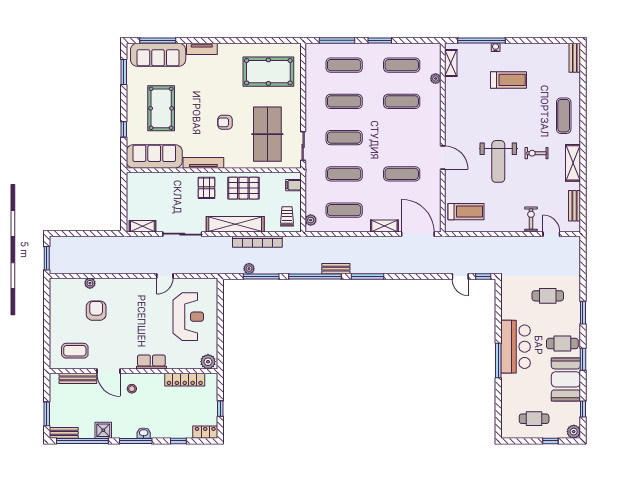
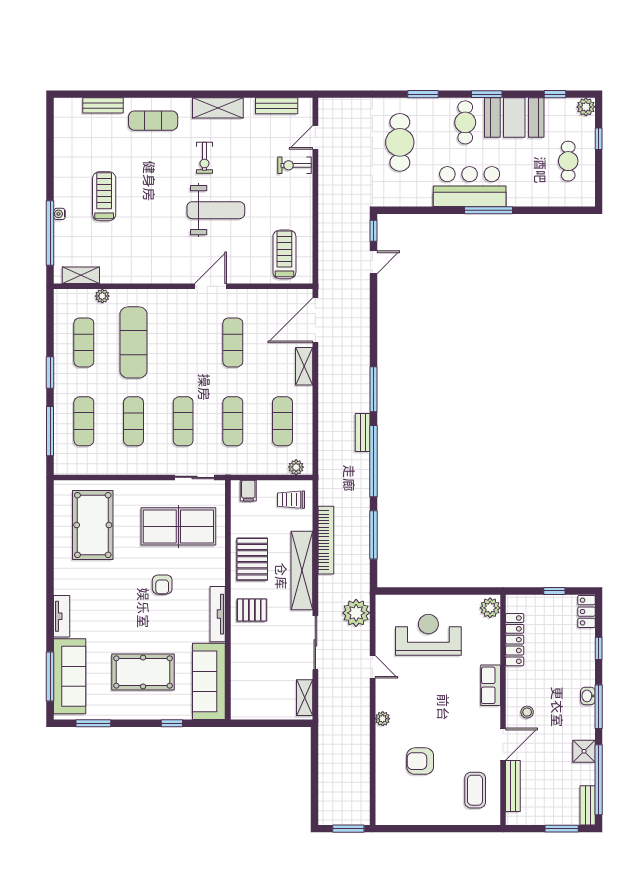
bench: (575, 58) -> (103, 105), moved
exercise mat: (402, 101) -> (133, 342), width x1.36, depth x1.45
plant: (249, 269) -> (356, 613), moved, width x1.87, depth x1.87
plant: (90, 283) -> (383, 719), moved
cafe table: (548, 296) -> (400, 142), width x1.37, depth x1.35

